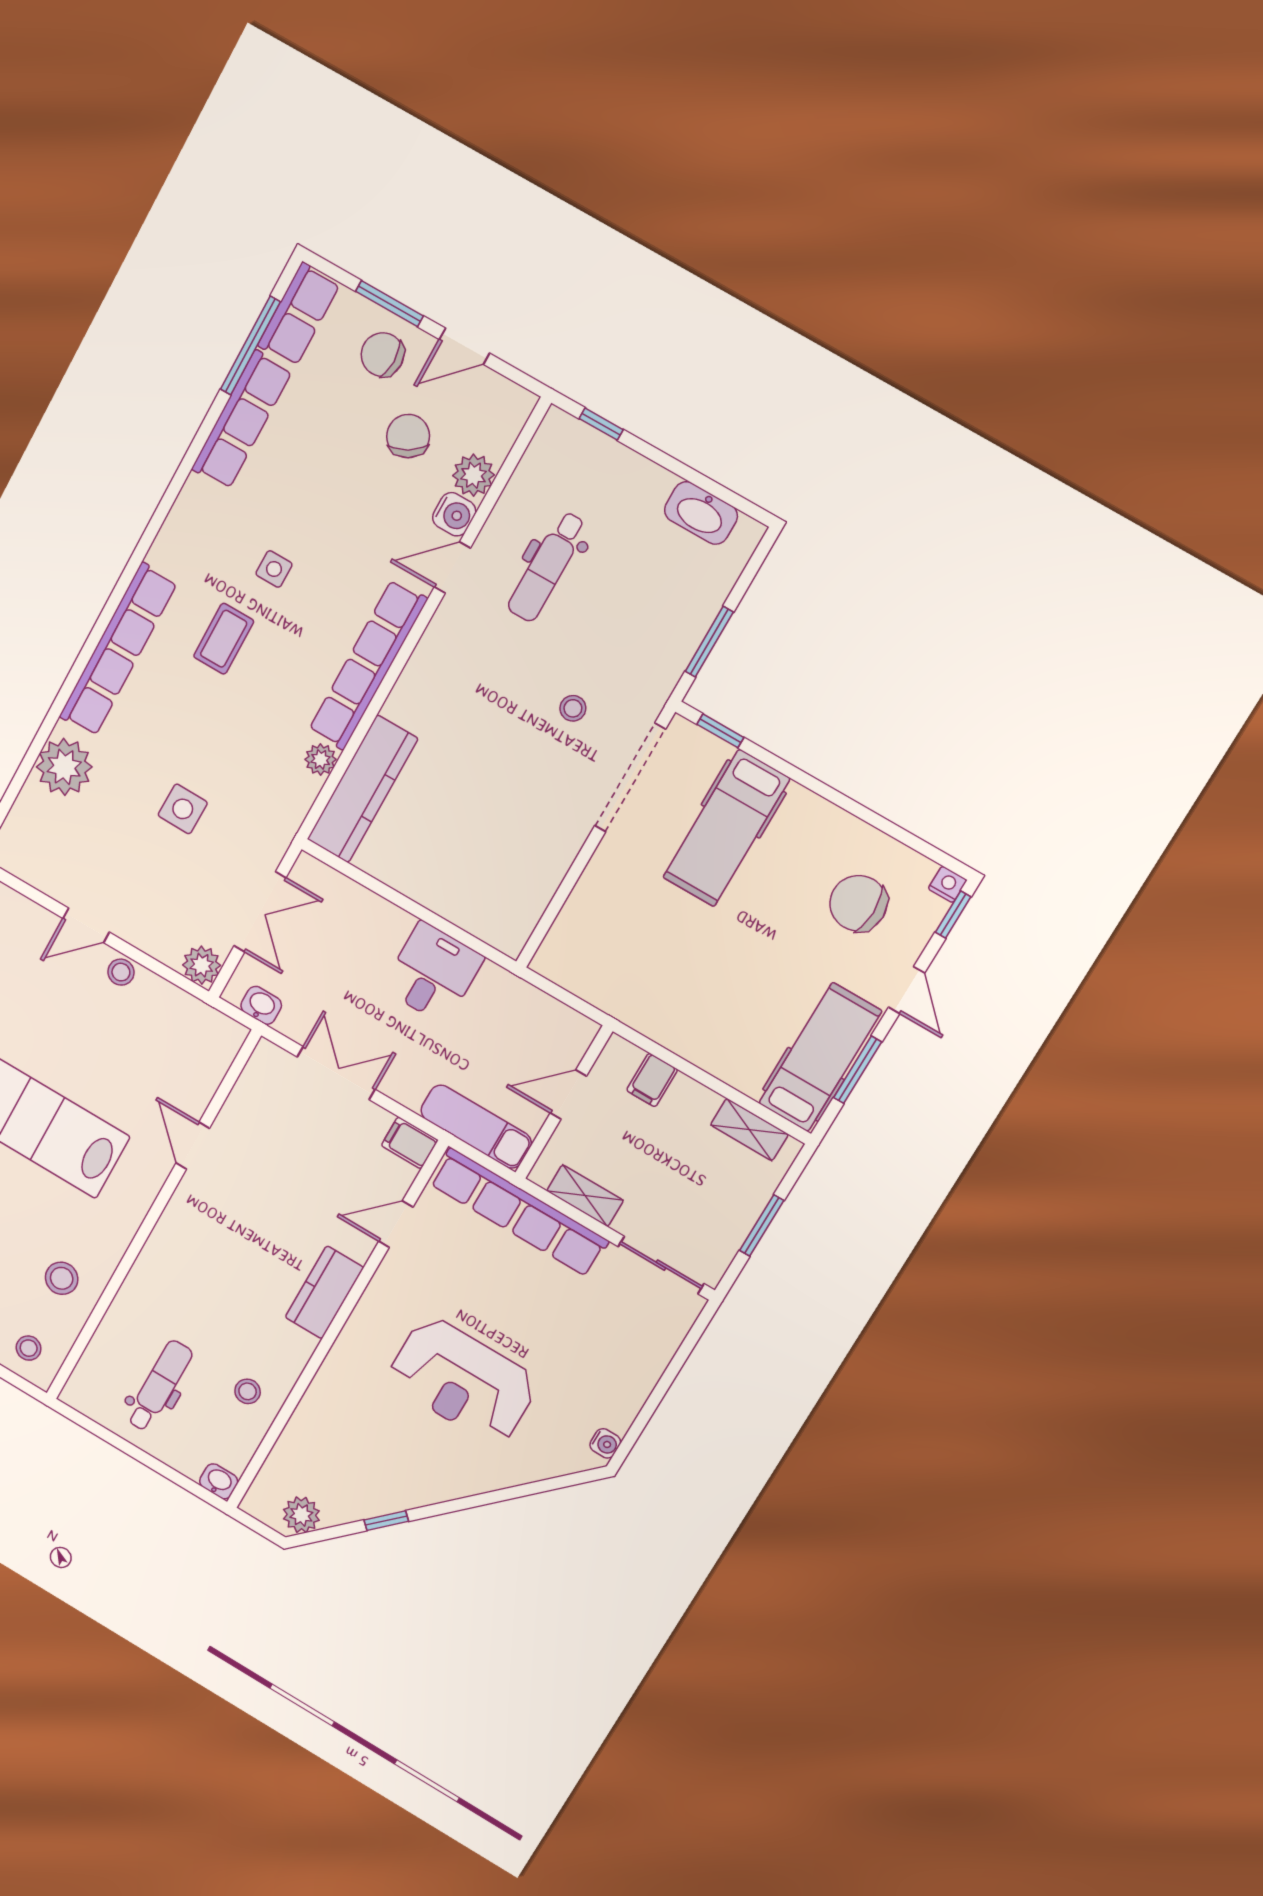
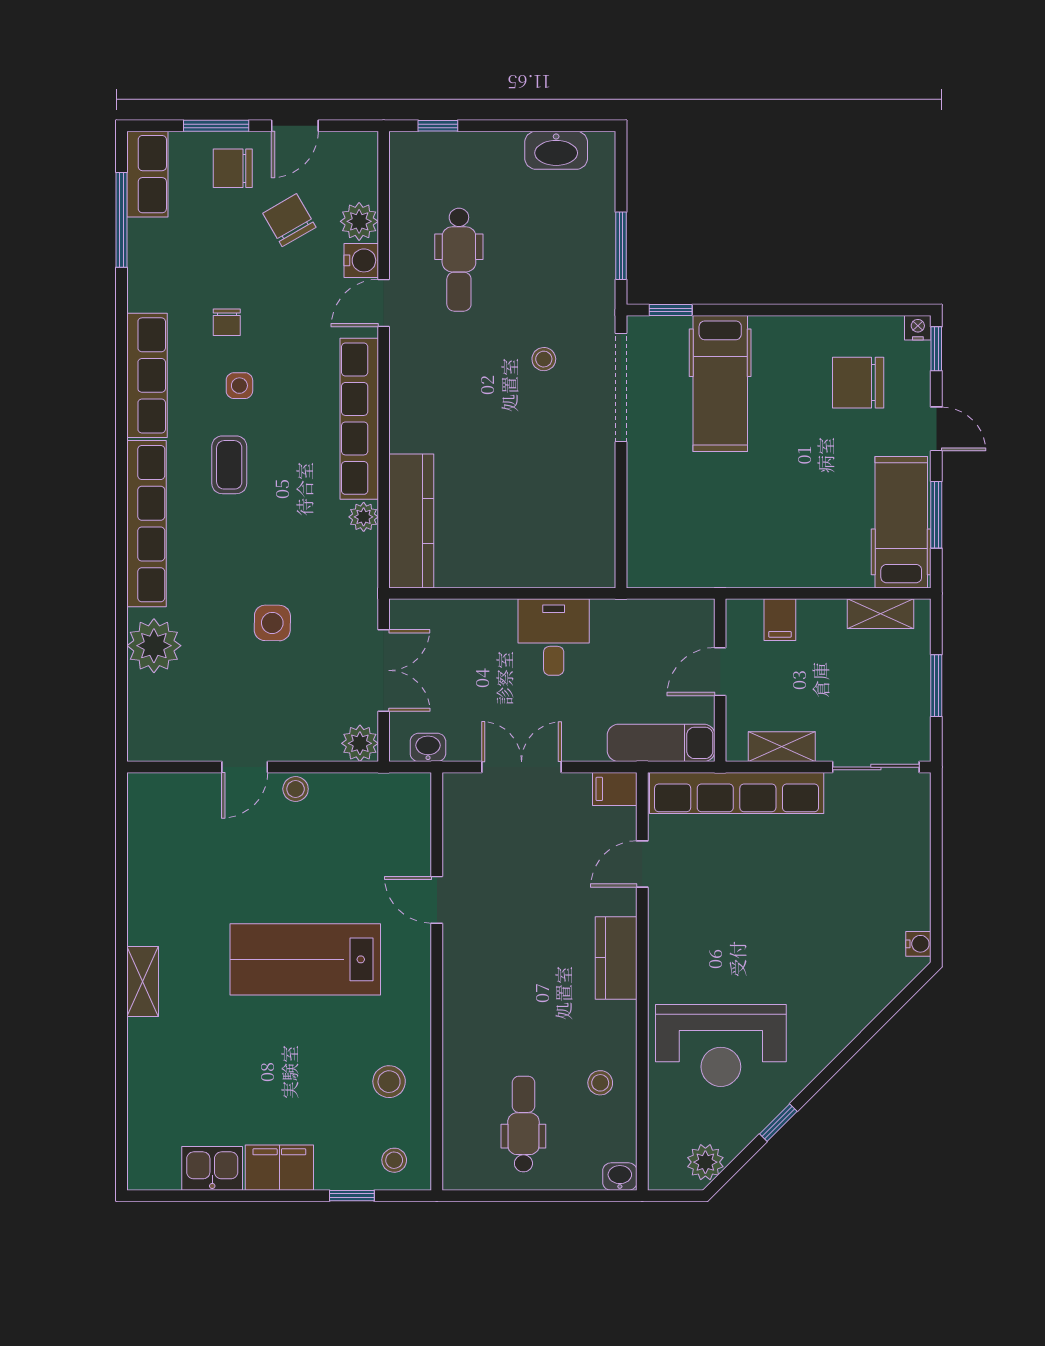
row of seats: (242, 420) -> (147, 375), moved
chair: (295, 501) -> (227, 322), added
reception desk: (463, 1381) -> (721, 1045), moved

